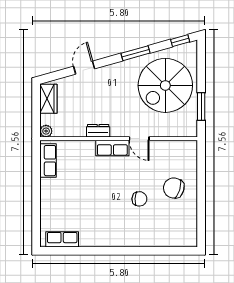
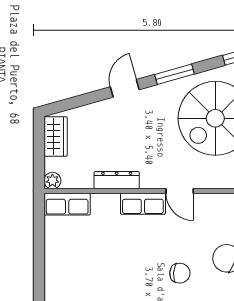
door: (84, 68) -> (125, 88), moved
dresser: (98, 131) -> (117, 180), width x1.44
row of seats: (48, 161) -> (67, 204), moved, turned 90

